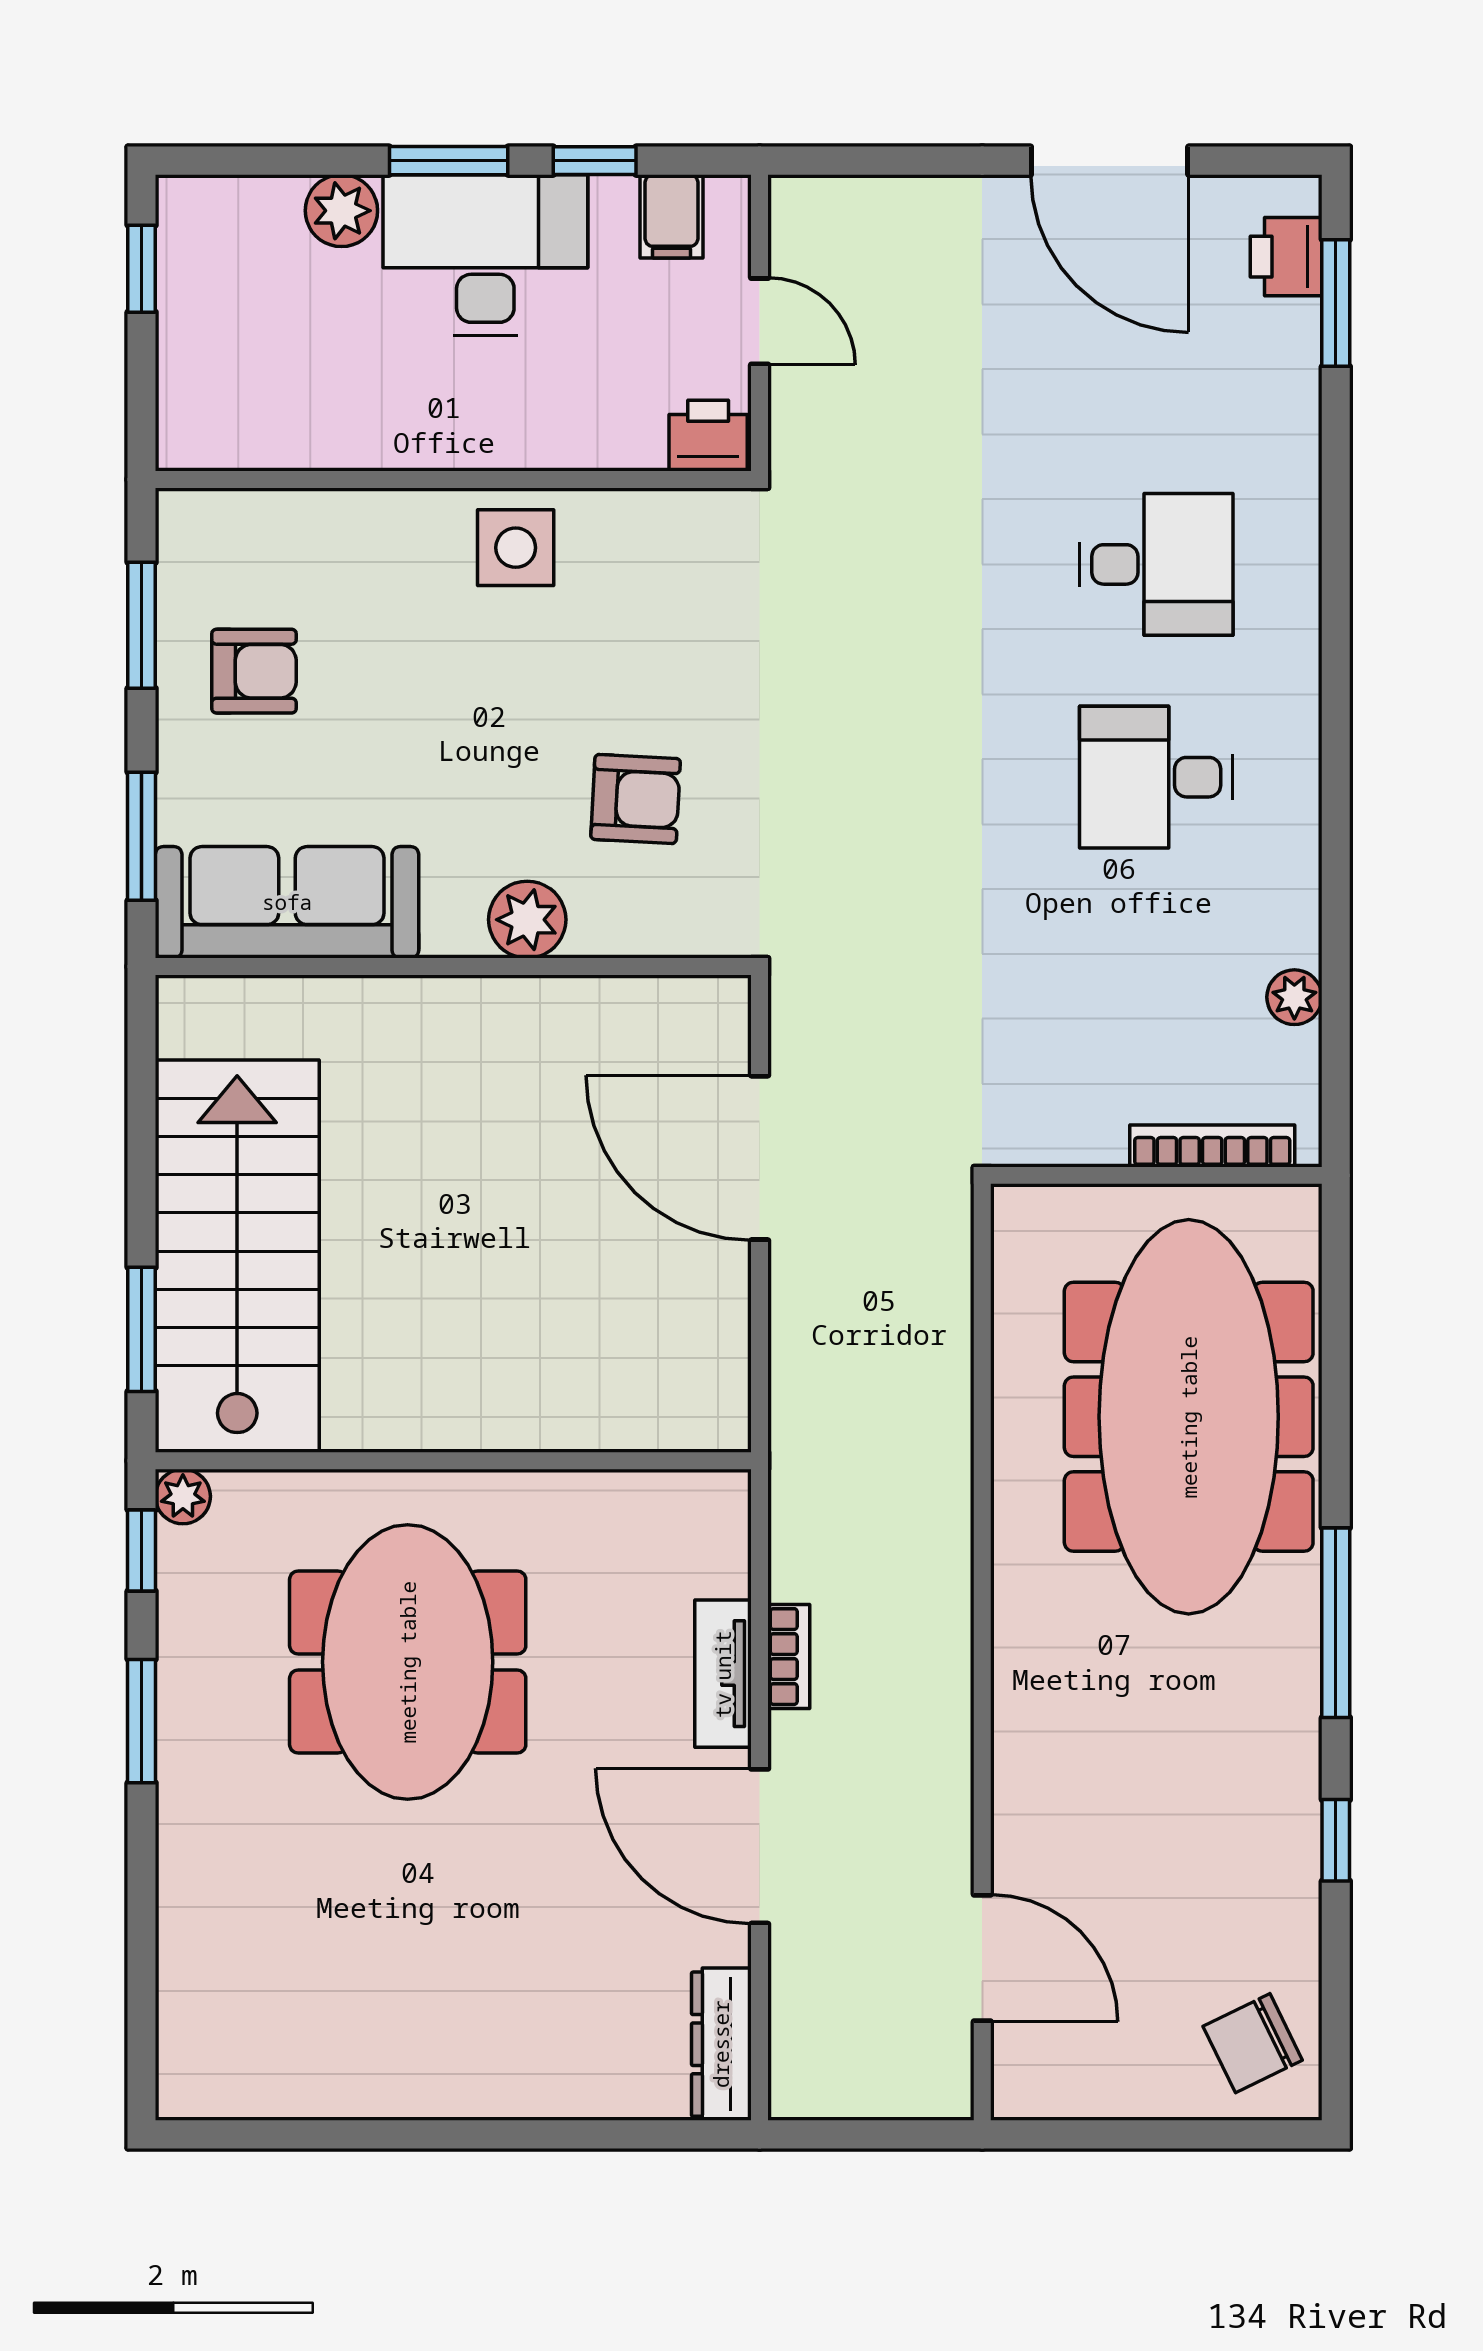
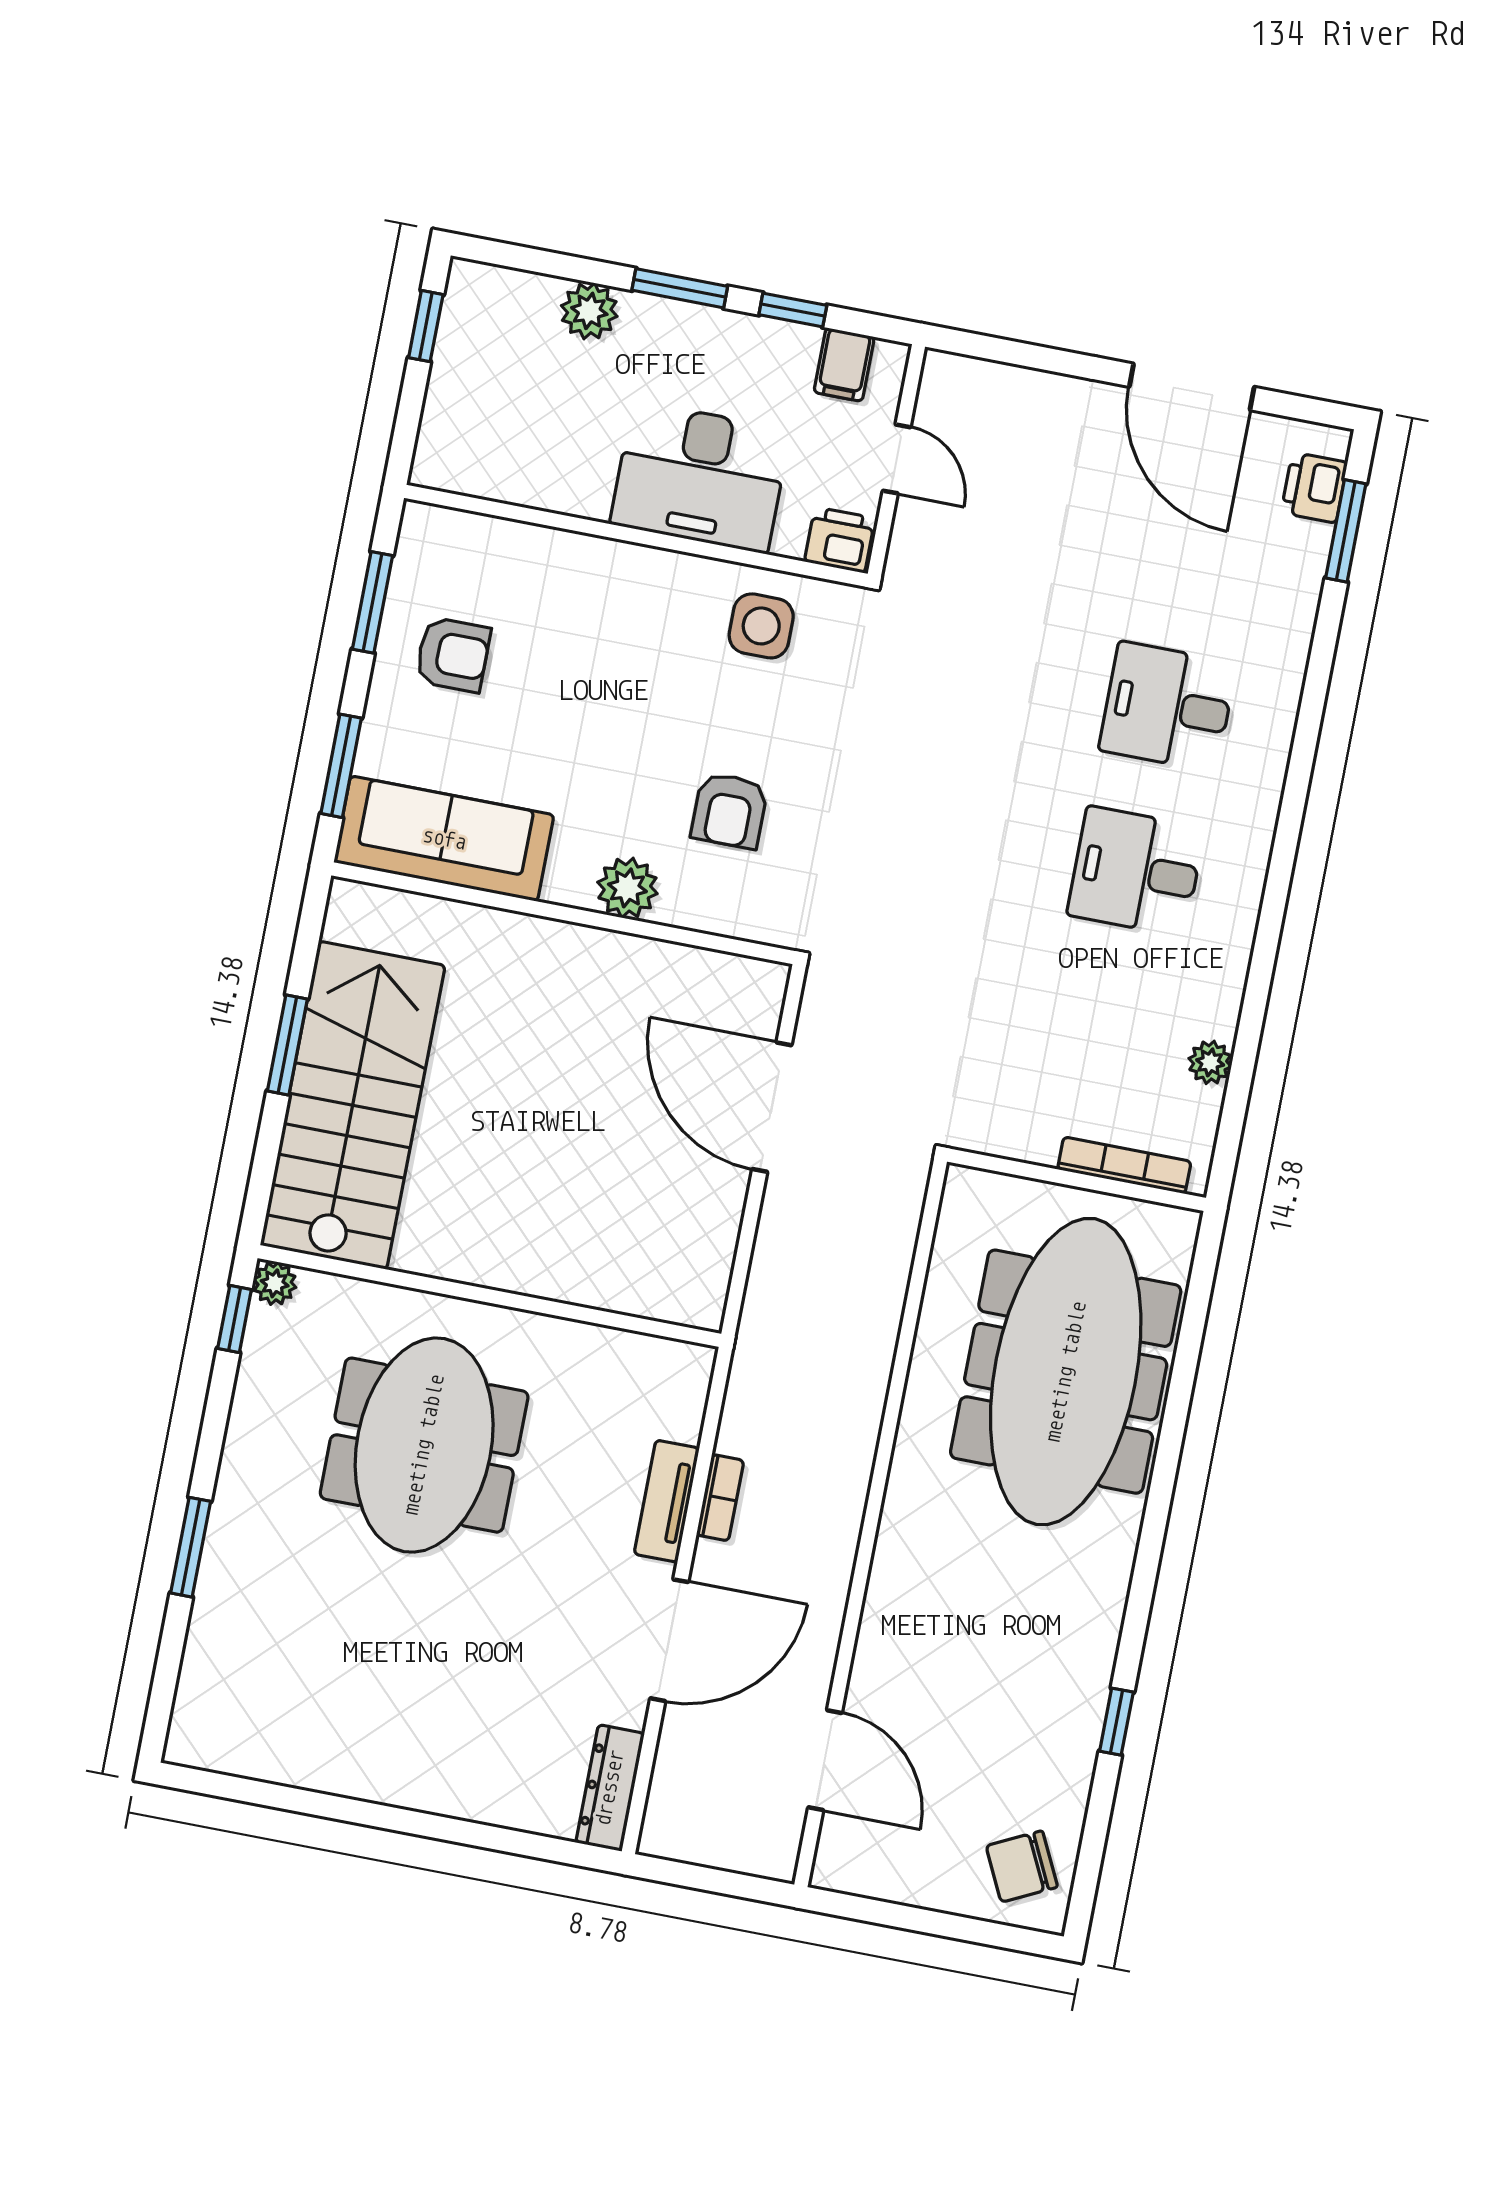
desk: (485, 255) -> (700, 477), moved, turned 180
side table: (516, 548) -> (761, 626), moved
desk: (1156, 564) -> (1168, 707), turned 180
armchair: (636, 799) -> (729, 811), turned 87
window: (142, 1329) -> (287, 1045), moved
window: (1336, 1623) -> (1149, 1553), removed
window: (142, 1721) -> (191, 1547), moved
door: (760, 1846) -> (669, 1640), swing flipped

